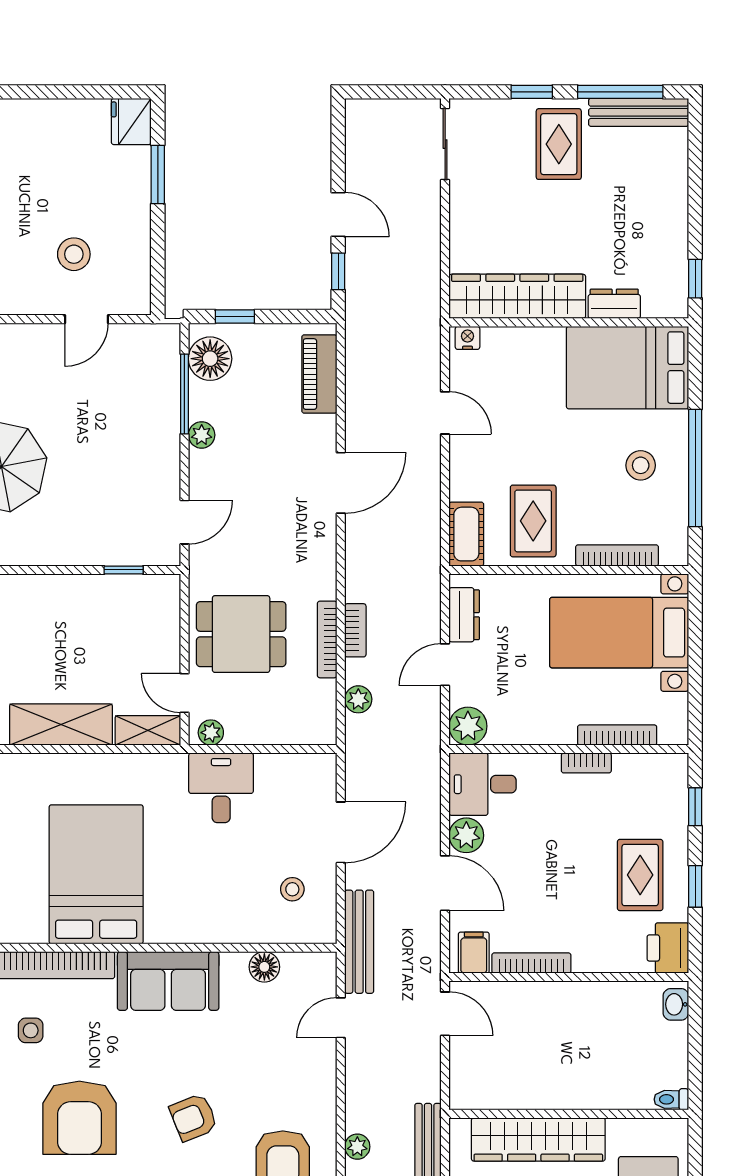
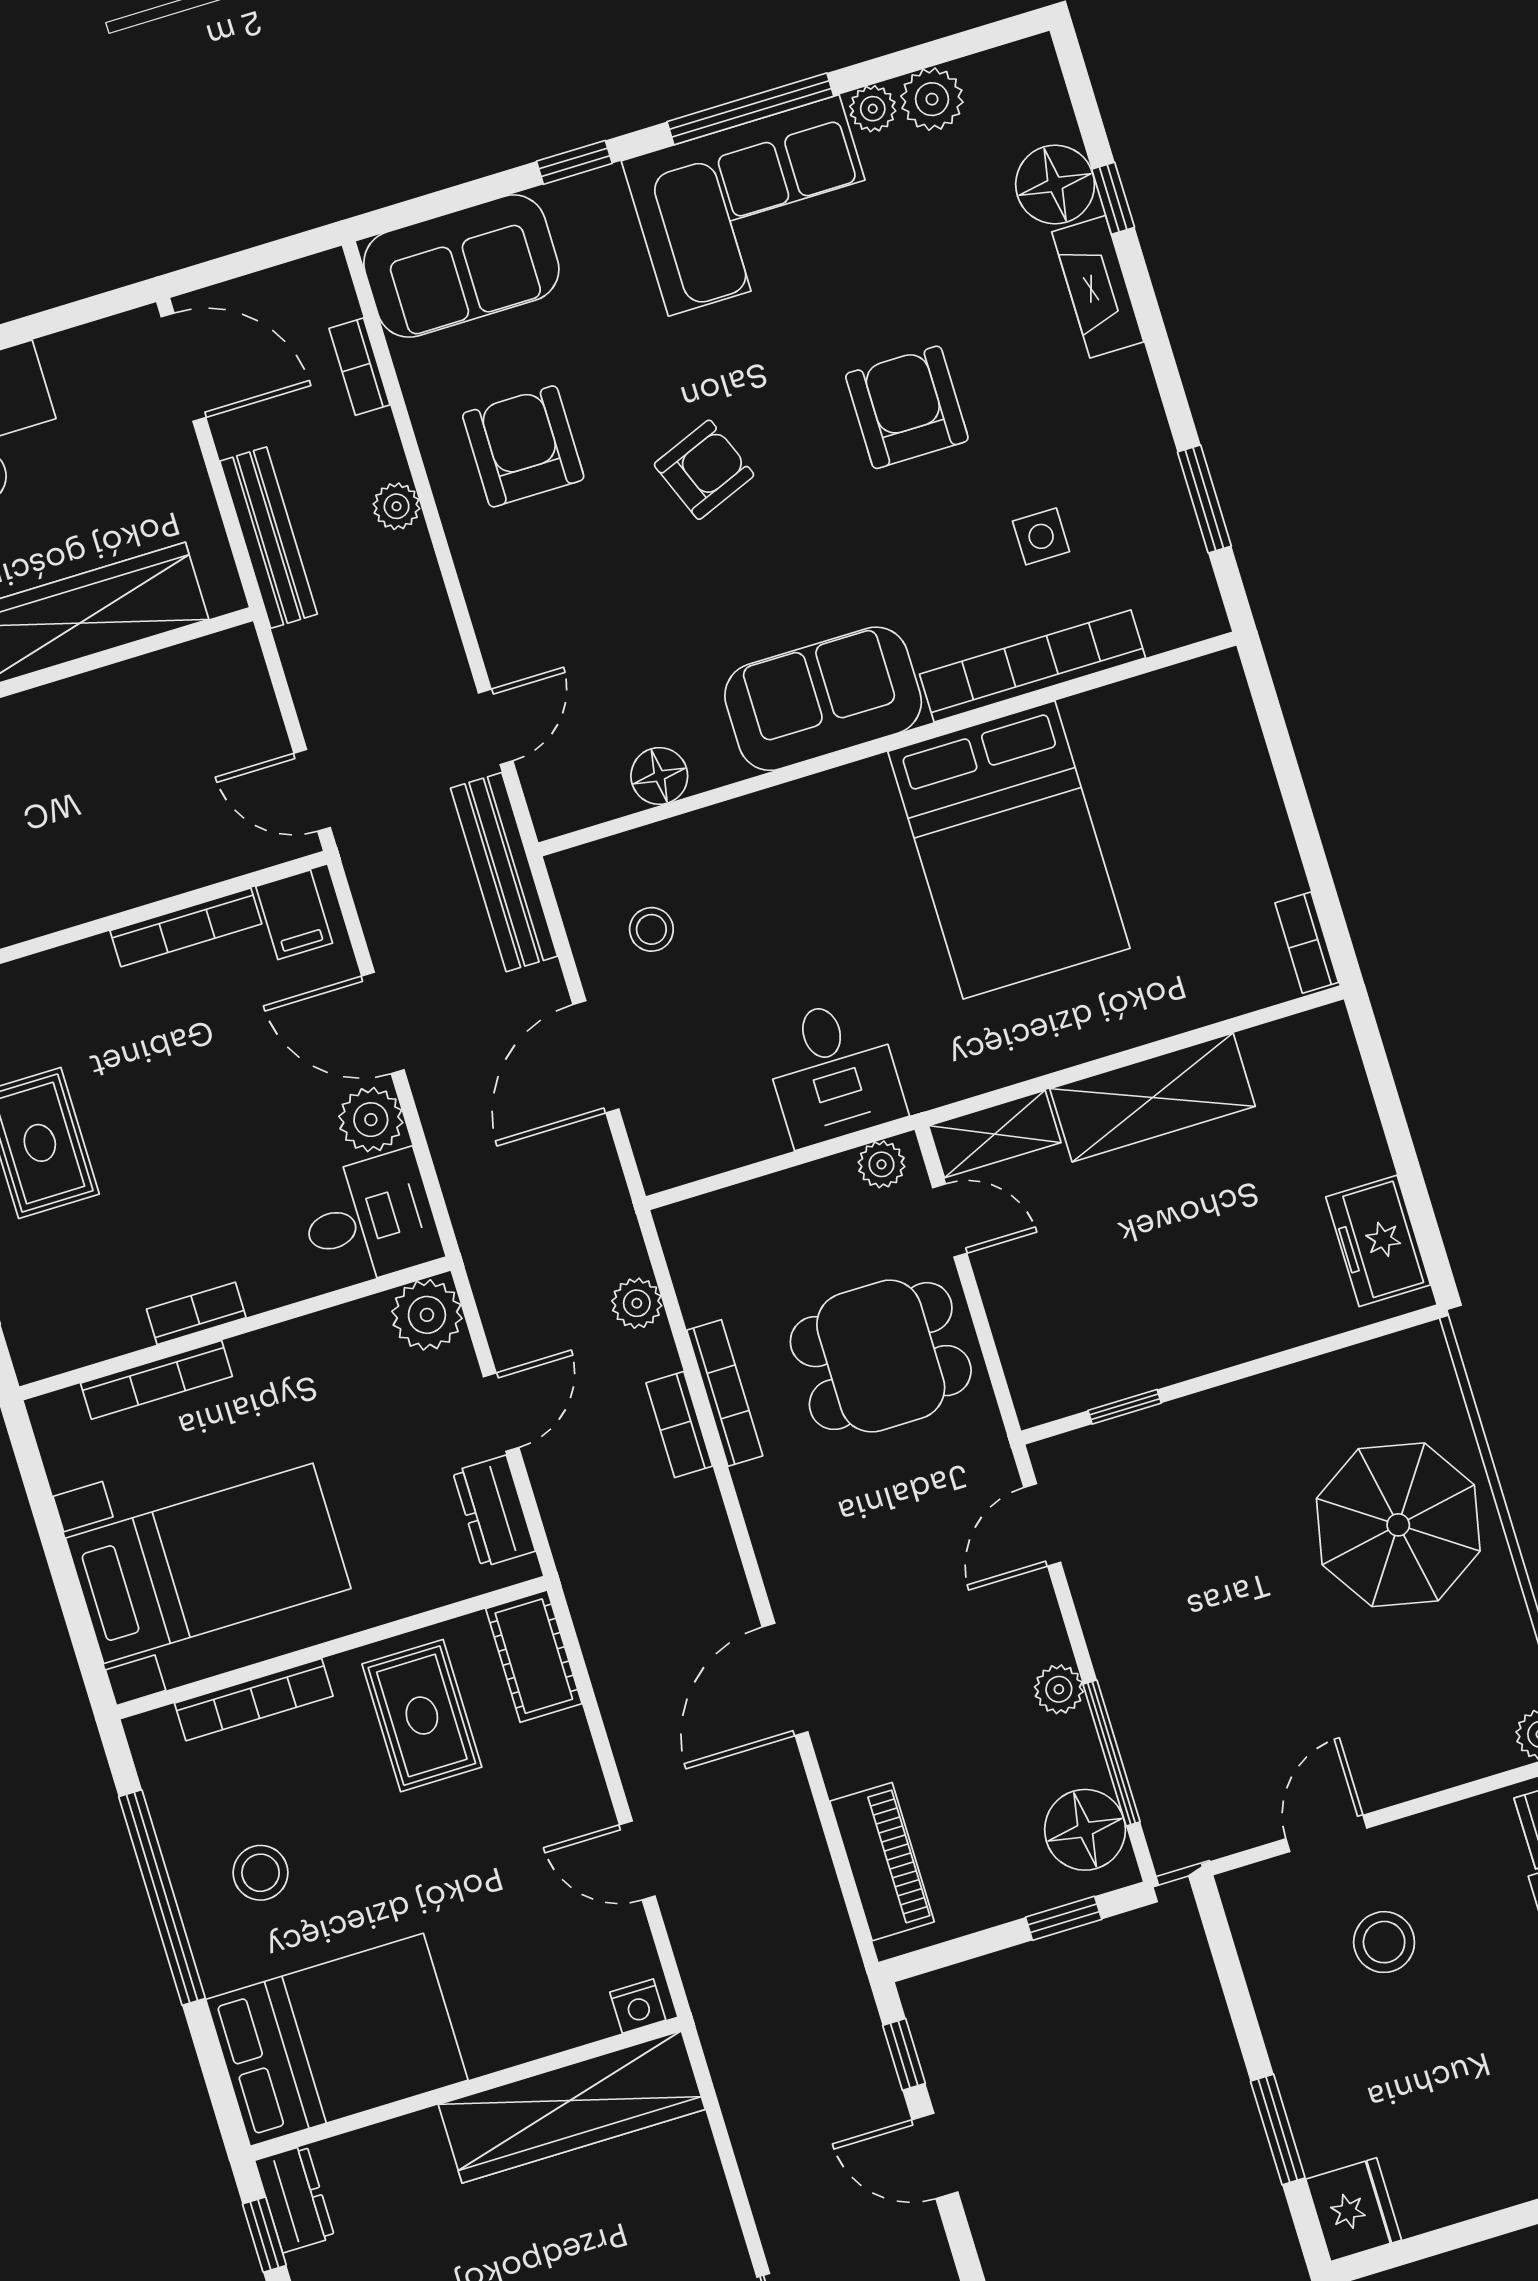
dresser: (614, 304) -> (295, 2199), moved, turned -90
armchair: (79, 1118) -> (907, 407), width x0.73, depth x0.73

